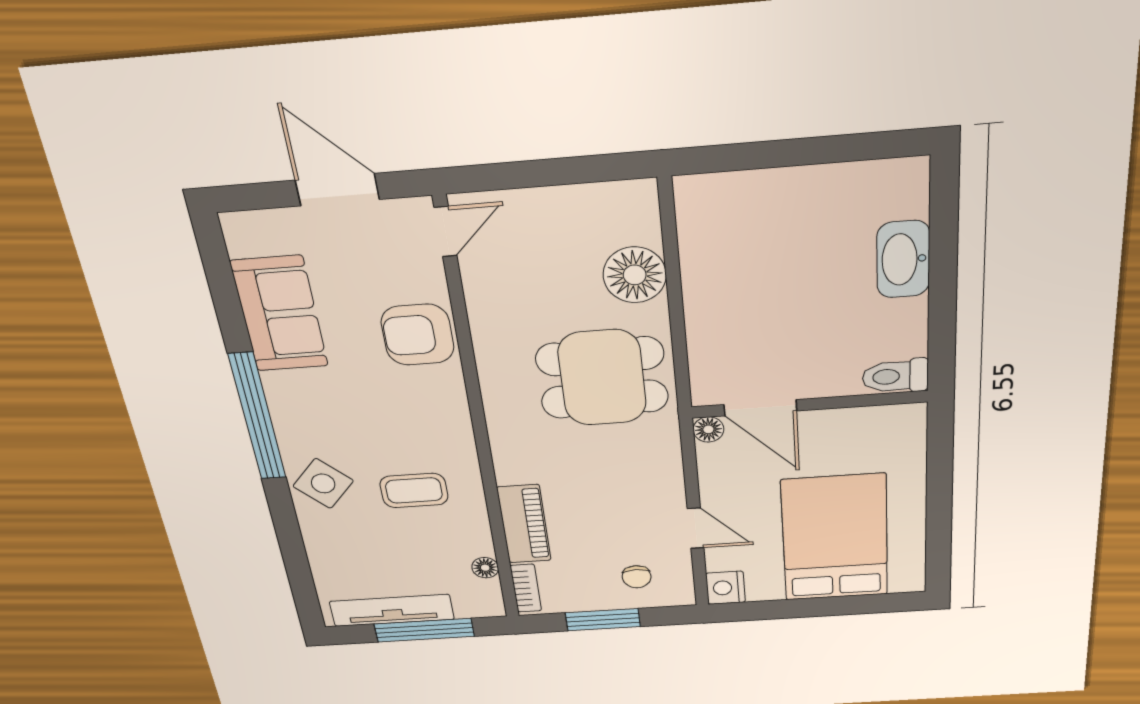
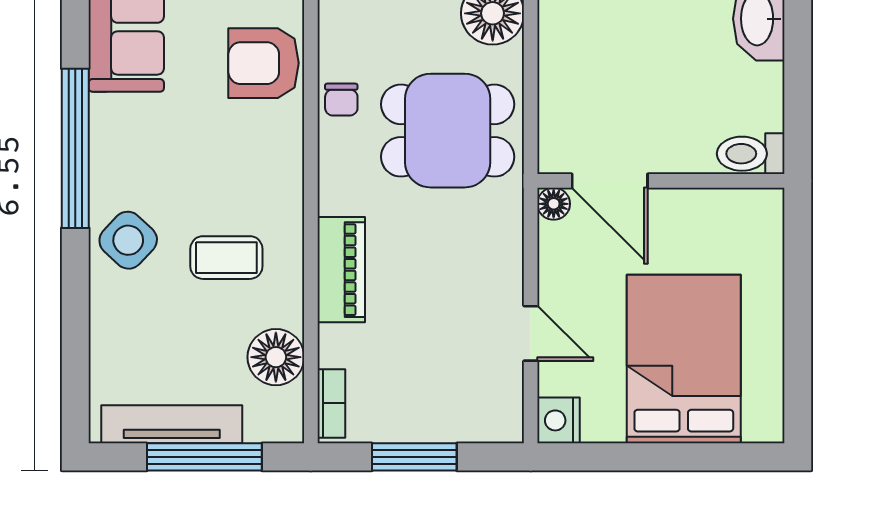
piano: (524, 524) -> (341, 270), moved
floor lamp: (485, 568) -> (276, 357), width x1.89, depth x1.89
chair: (637, 577) -> (341, 100), moved

